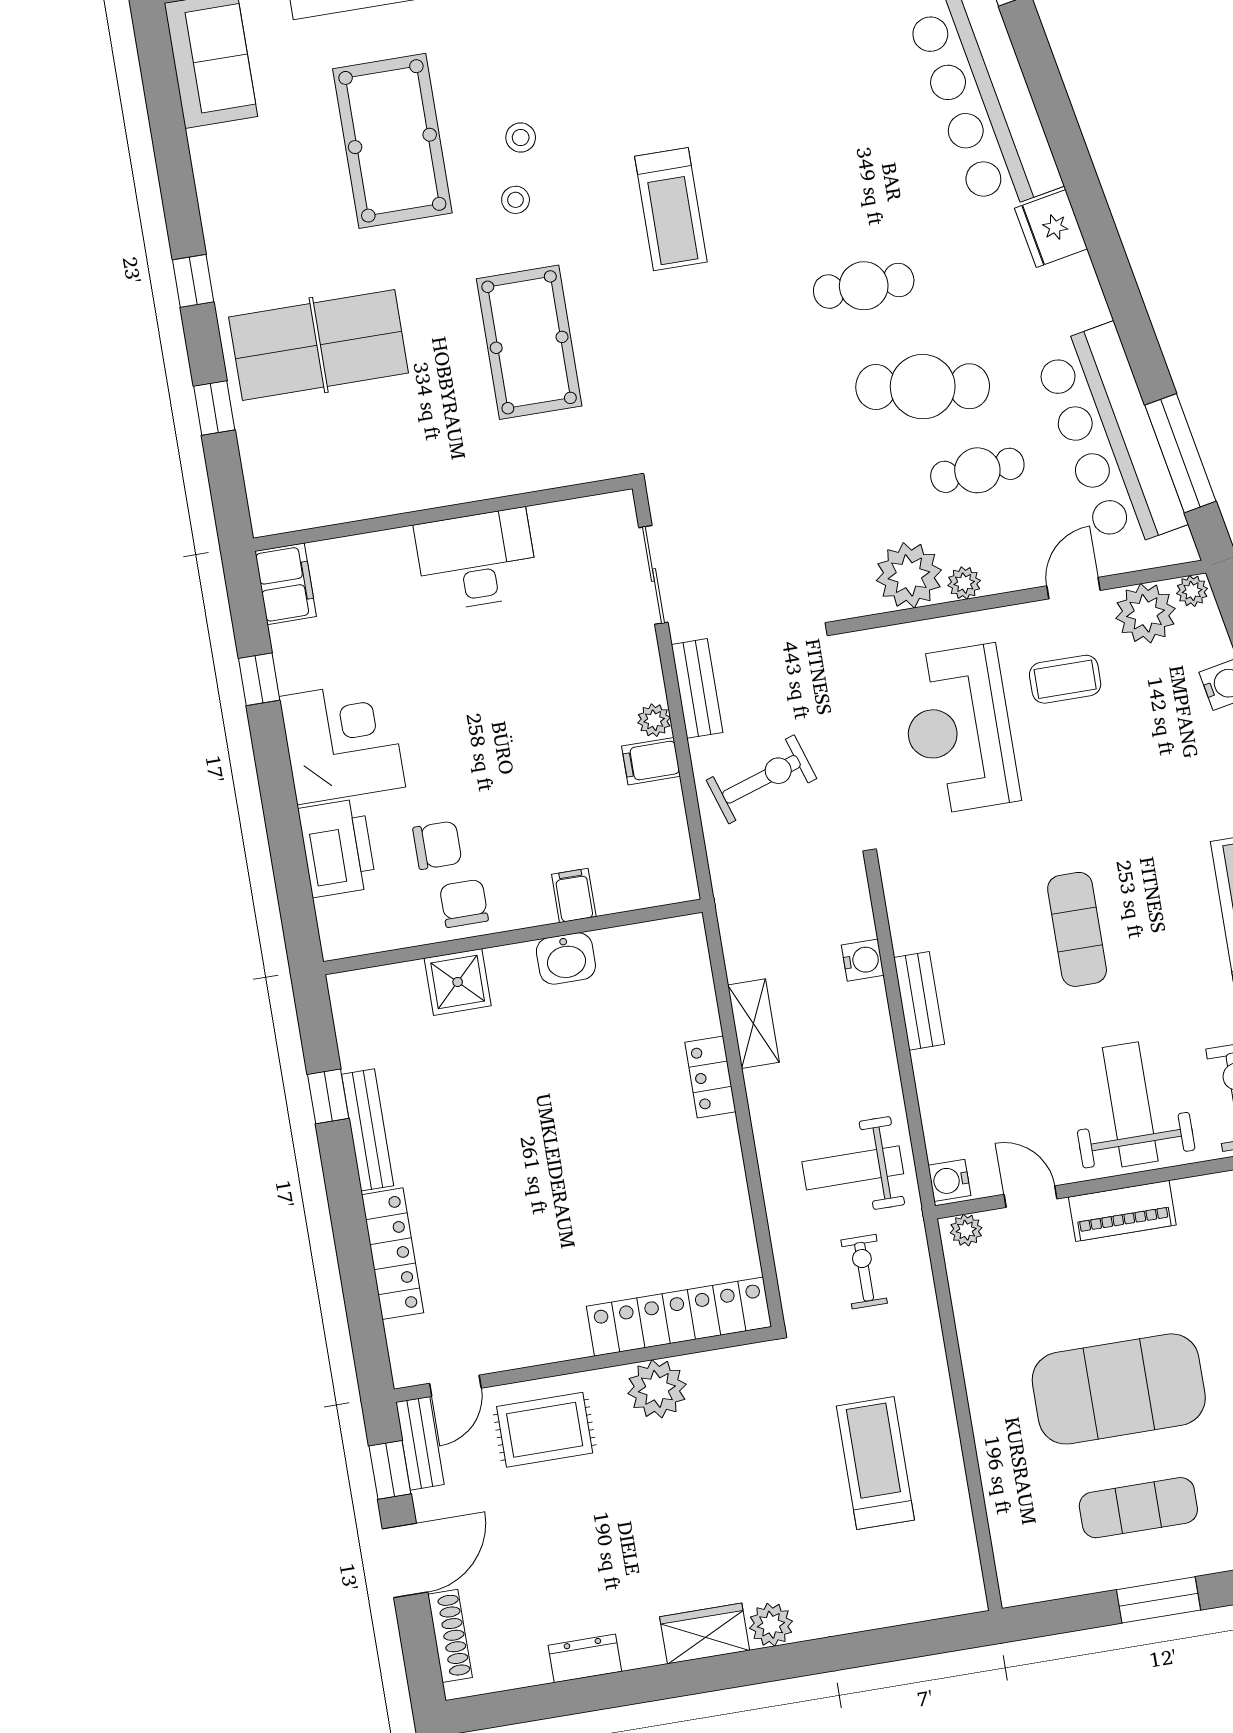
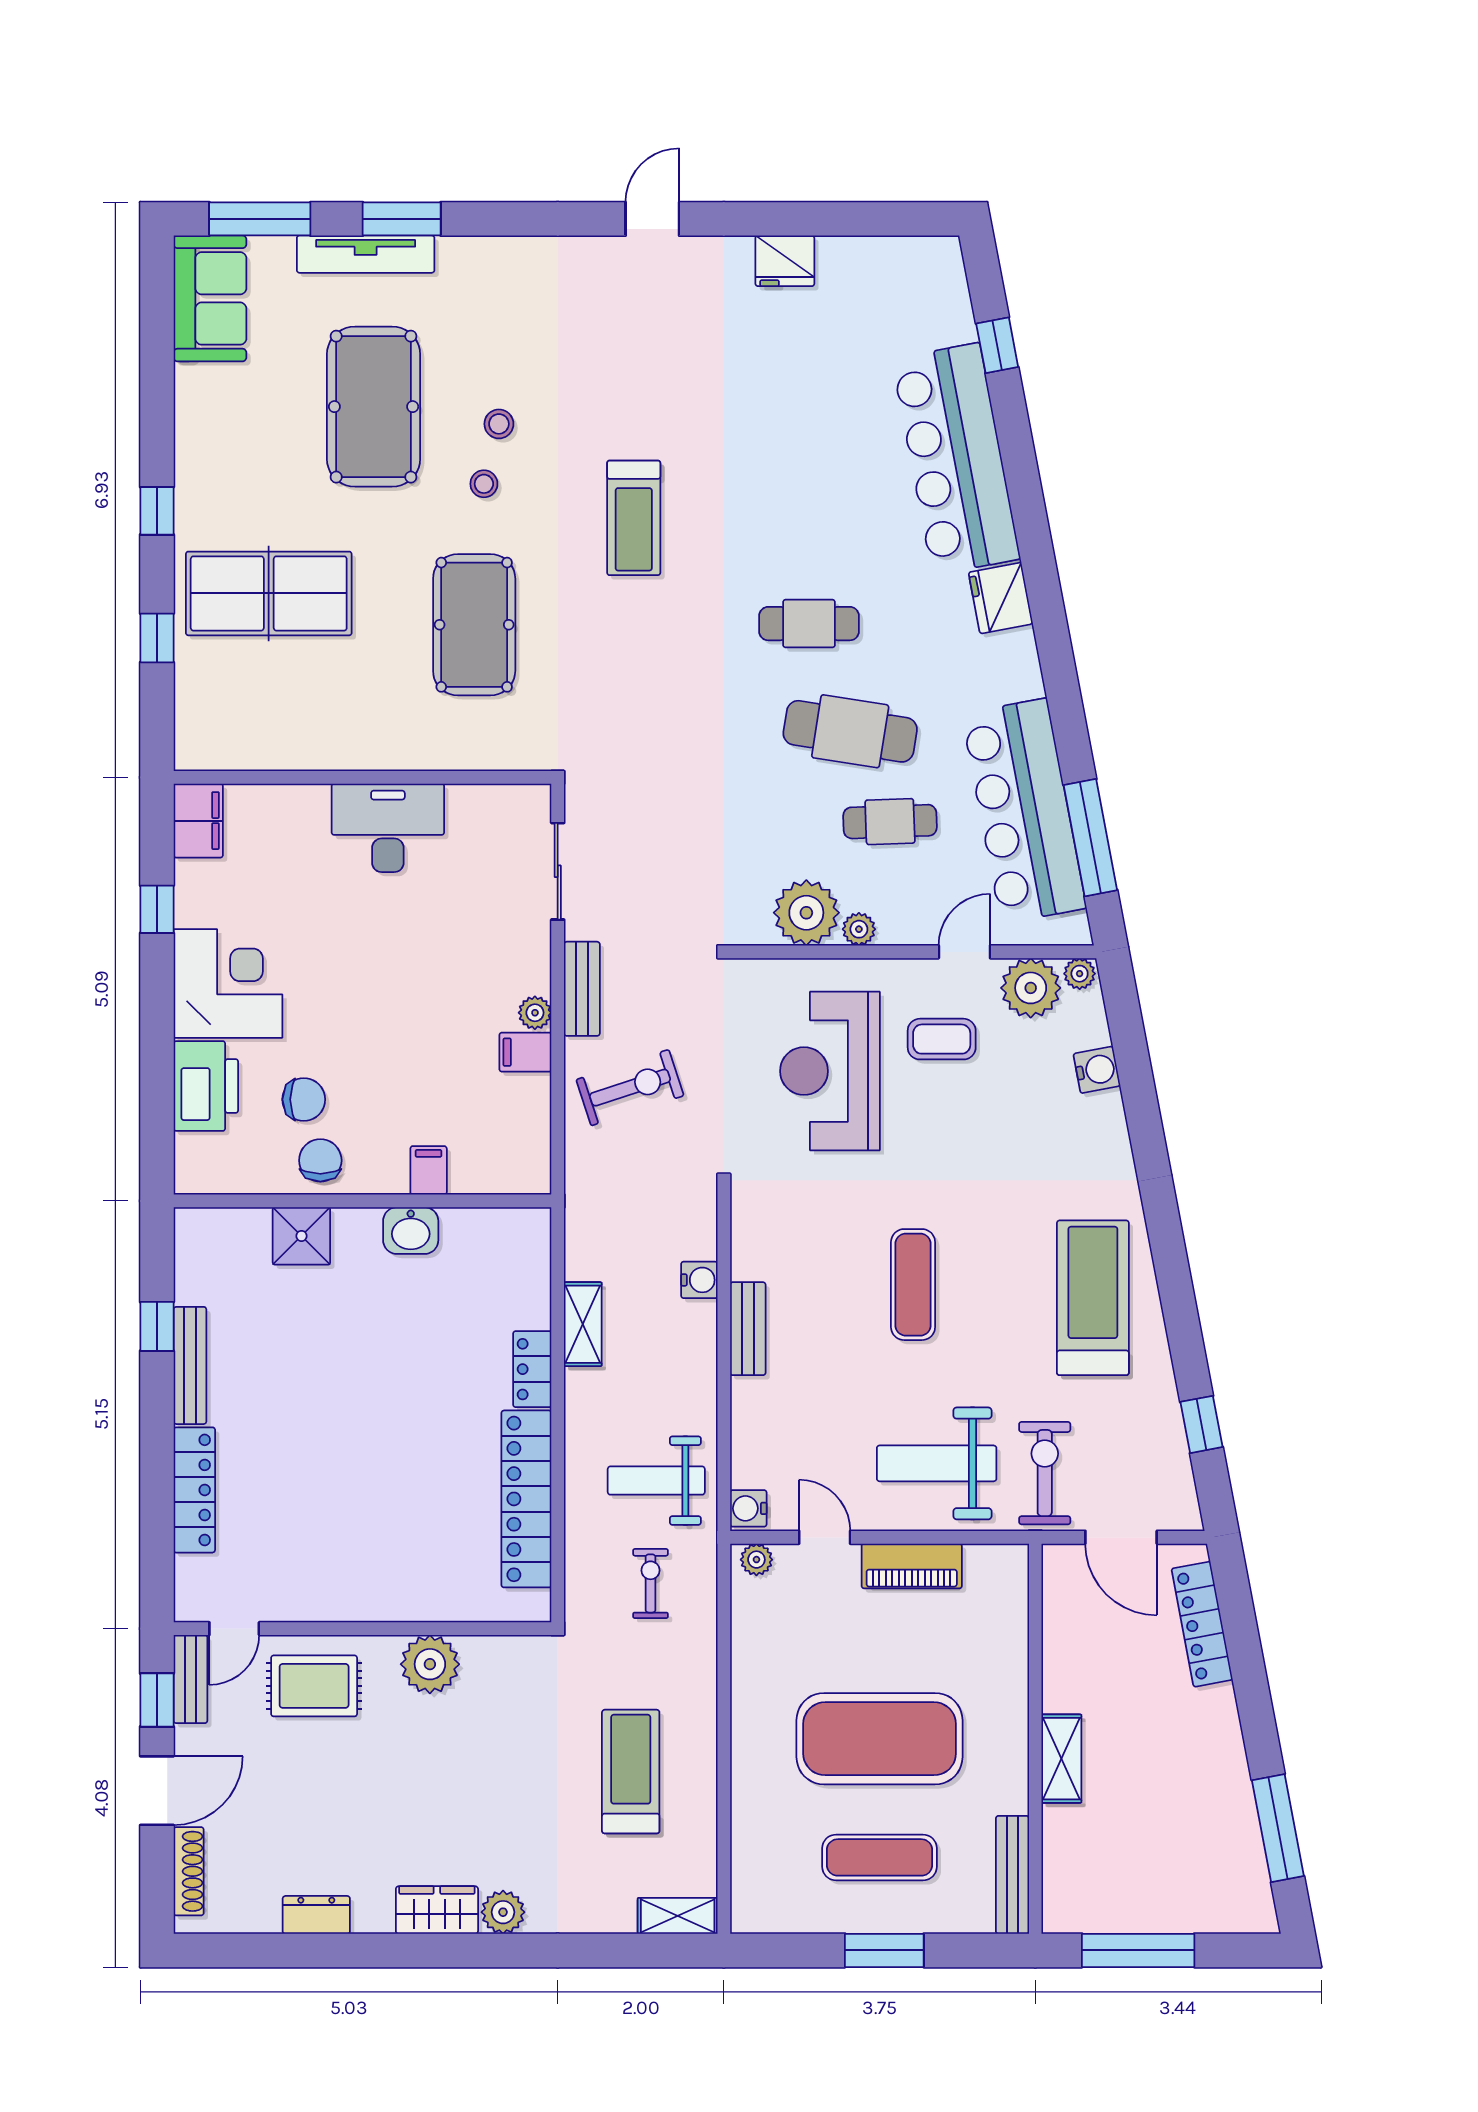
weight bench: (1130, 1104) -> (937, 1463), turned -90
locker: (679, 1317) -> (526, 1499), moved, turned -90
shelving: (946, 1600) -> (678, 1916), added

